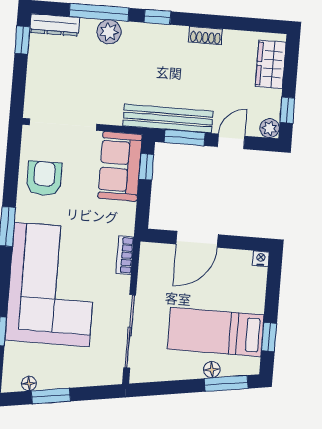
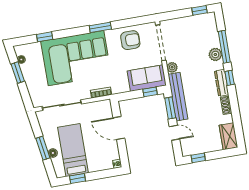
dresser: (55, 25) -> (222, 83), moved
wardrobe: (271, 64) -> (228, 136), moved, turned -90
plant: (270, 128) -> (172, 67), moved
window: (226, 383) -> (43, 148), moved

